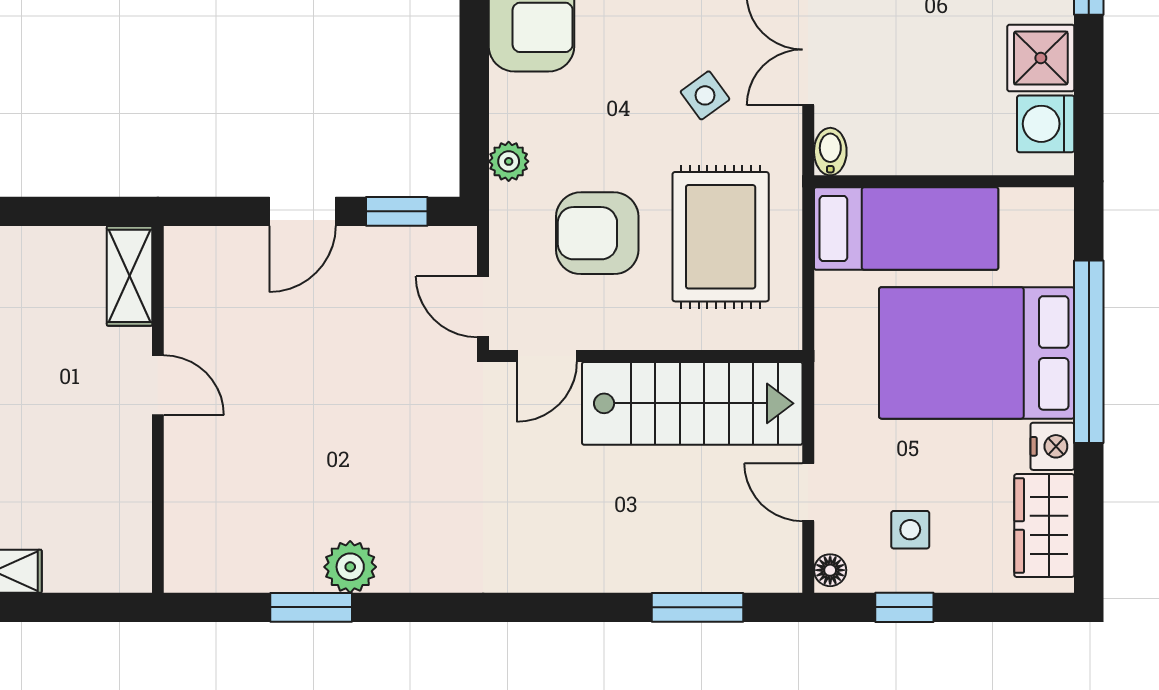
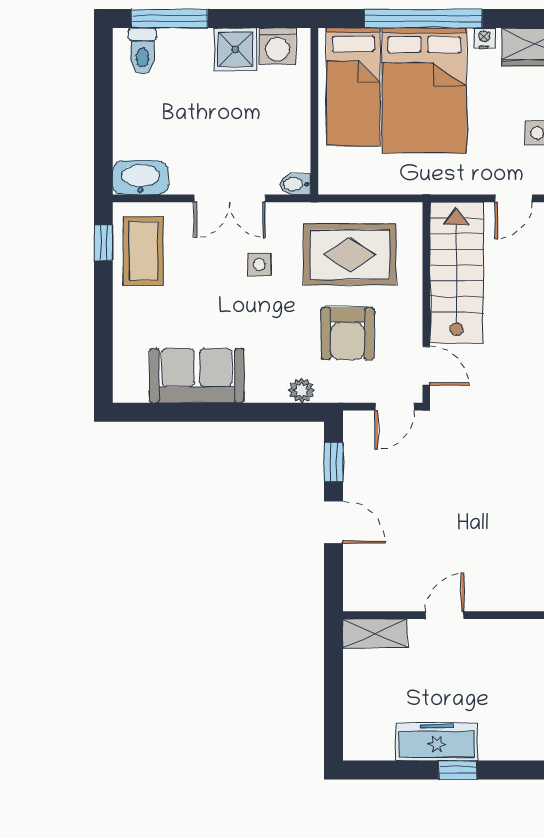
side table: (705, 95) -> (259, 264), turned 36
bed: (906, 229) -> (353, 87), moved, turned 180
nightstand: (1052, 446) -> (484, 38), width x0.72, depth x0.74

